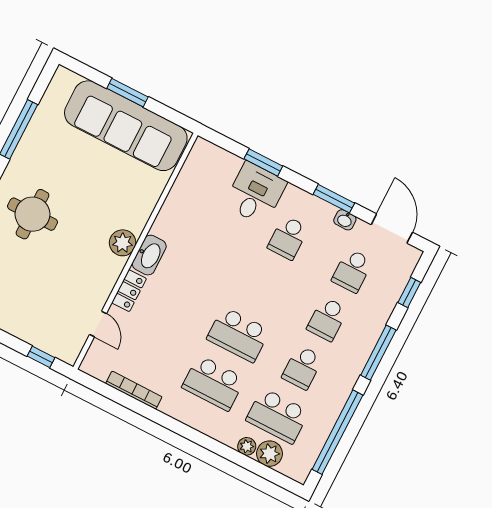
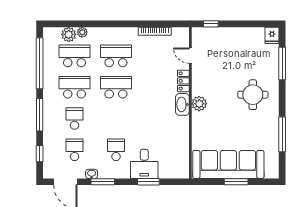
school desk: (302, 367) -> (75, 87), width x1.85

